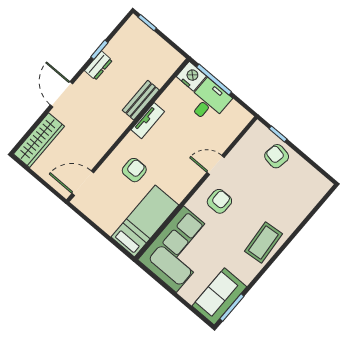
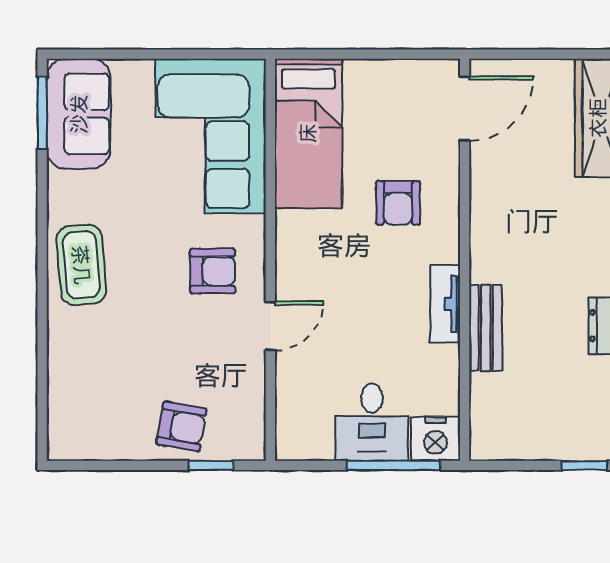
armchair: (219, 201) -> (213, 271), turned -90

